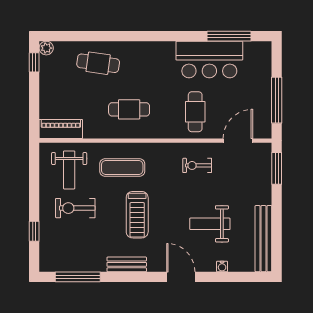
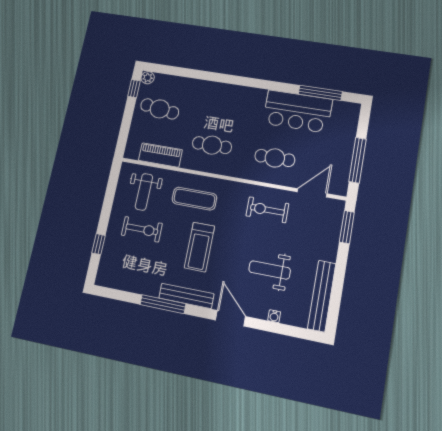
cafe table: (98, 63) -> (160, 109), moved
cafe table: (195, 112) -> (275, 158), turned 90
piano: (61, 129) -> (160, 155), moved
exercise bike: (197, 165) -> (267, 210), width x1.38, depth x1.39
exercise bike: (75, 208) -> (142, 229), turned 180
bench: (127, 264) -> (186, 296), width x1.36
window: (78, 277) -> (163, 304), moved

